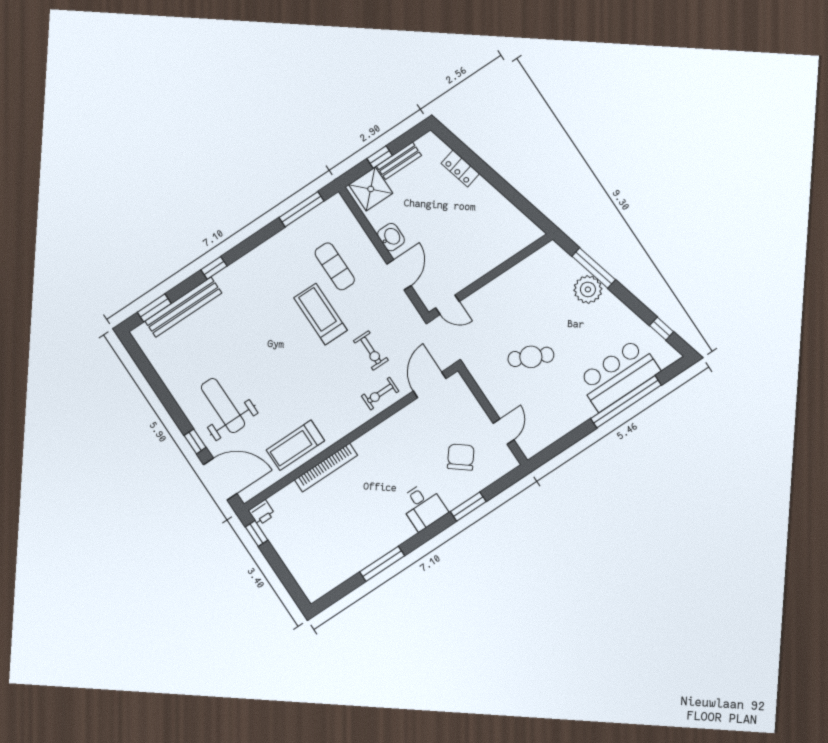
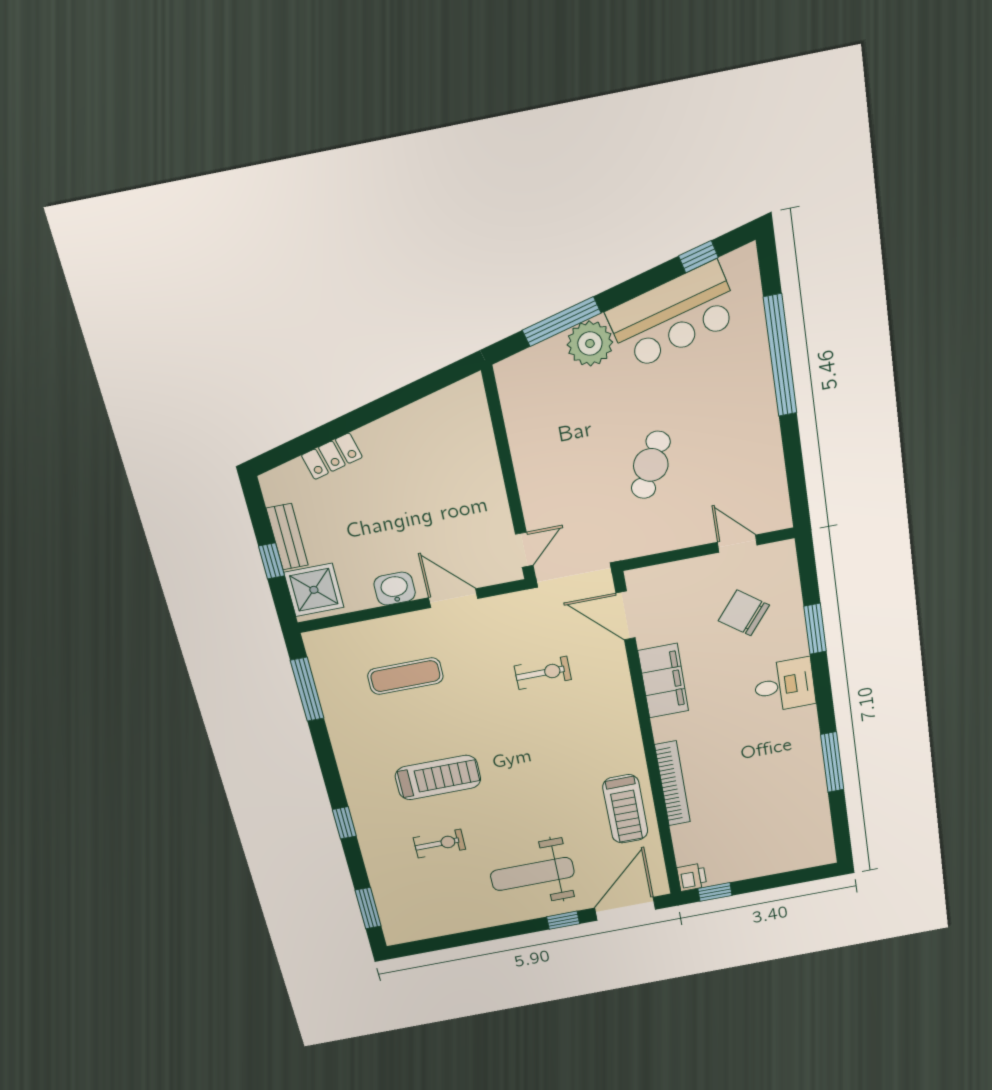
bench: (183, 307) -> (382, 875), removed
treadmill: (321, 314) -> (438, 778), moved, turned 180
bar counter: (619, 375) -> (674, 316), moved, turned -104
exercise bike: (380, 394) -> (439, 844), moved, turned -90
filing cabinet: (395, 428) -> (663, 681), added

